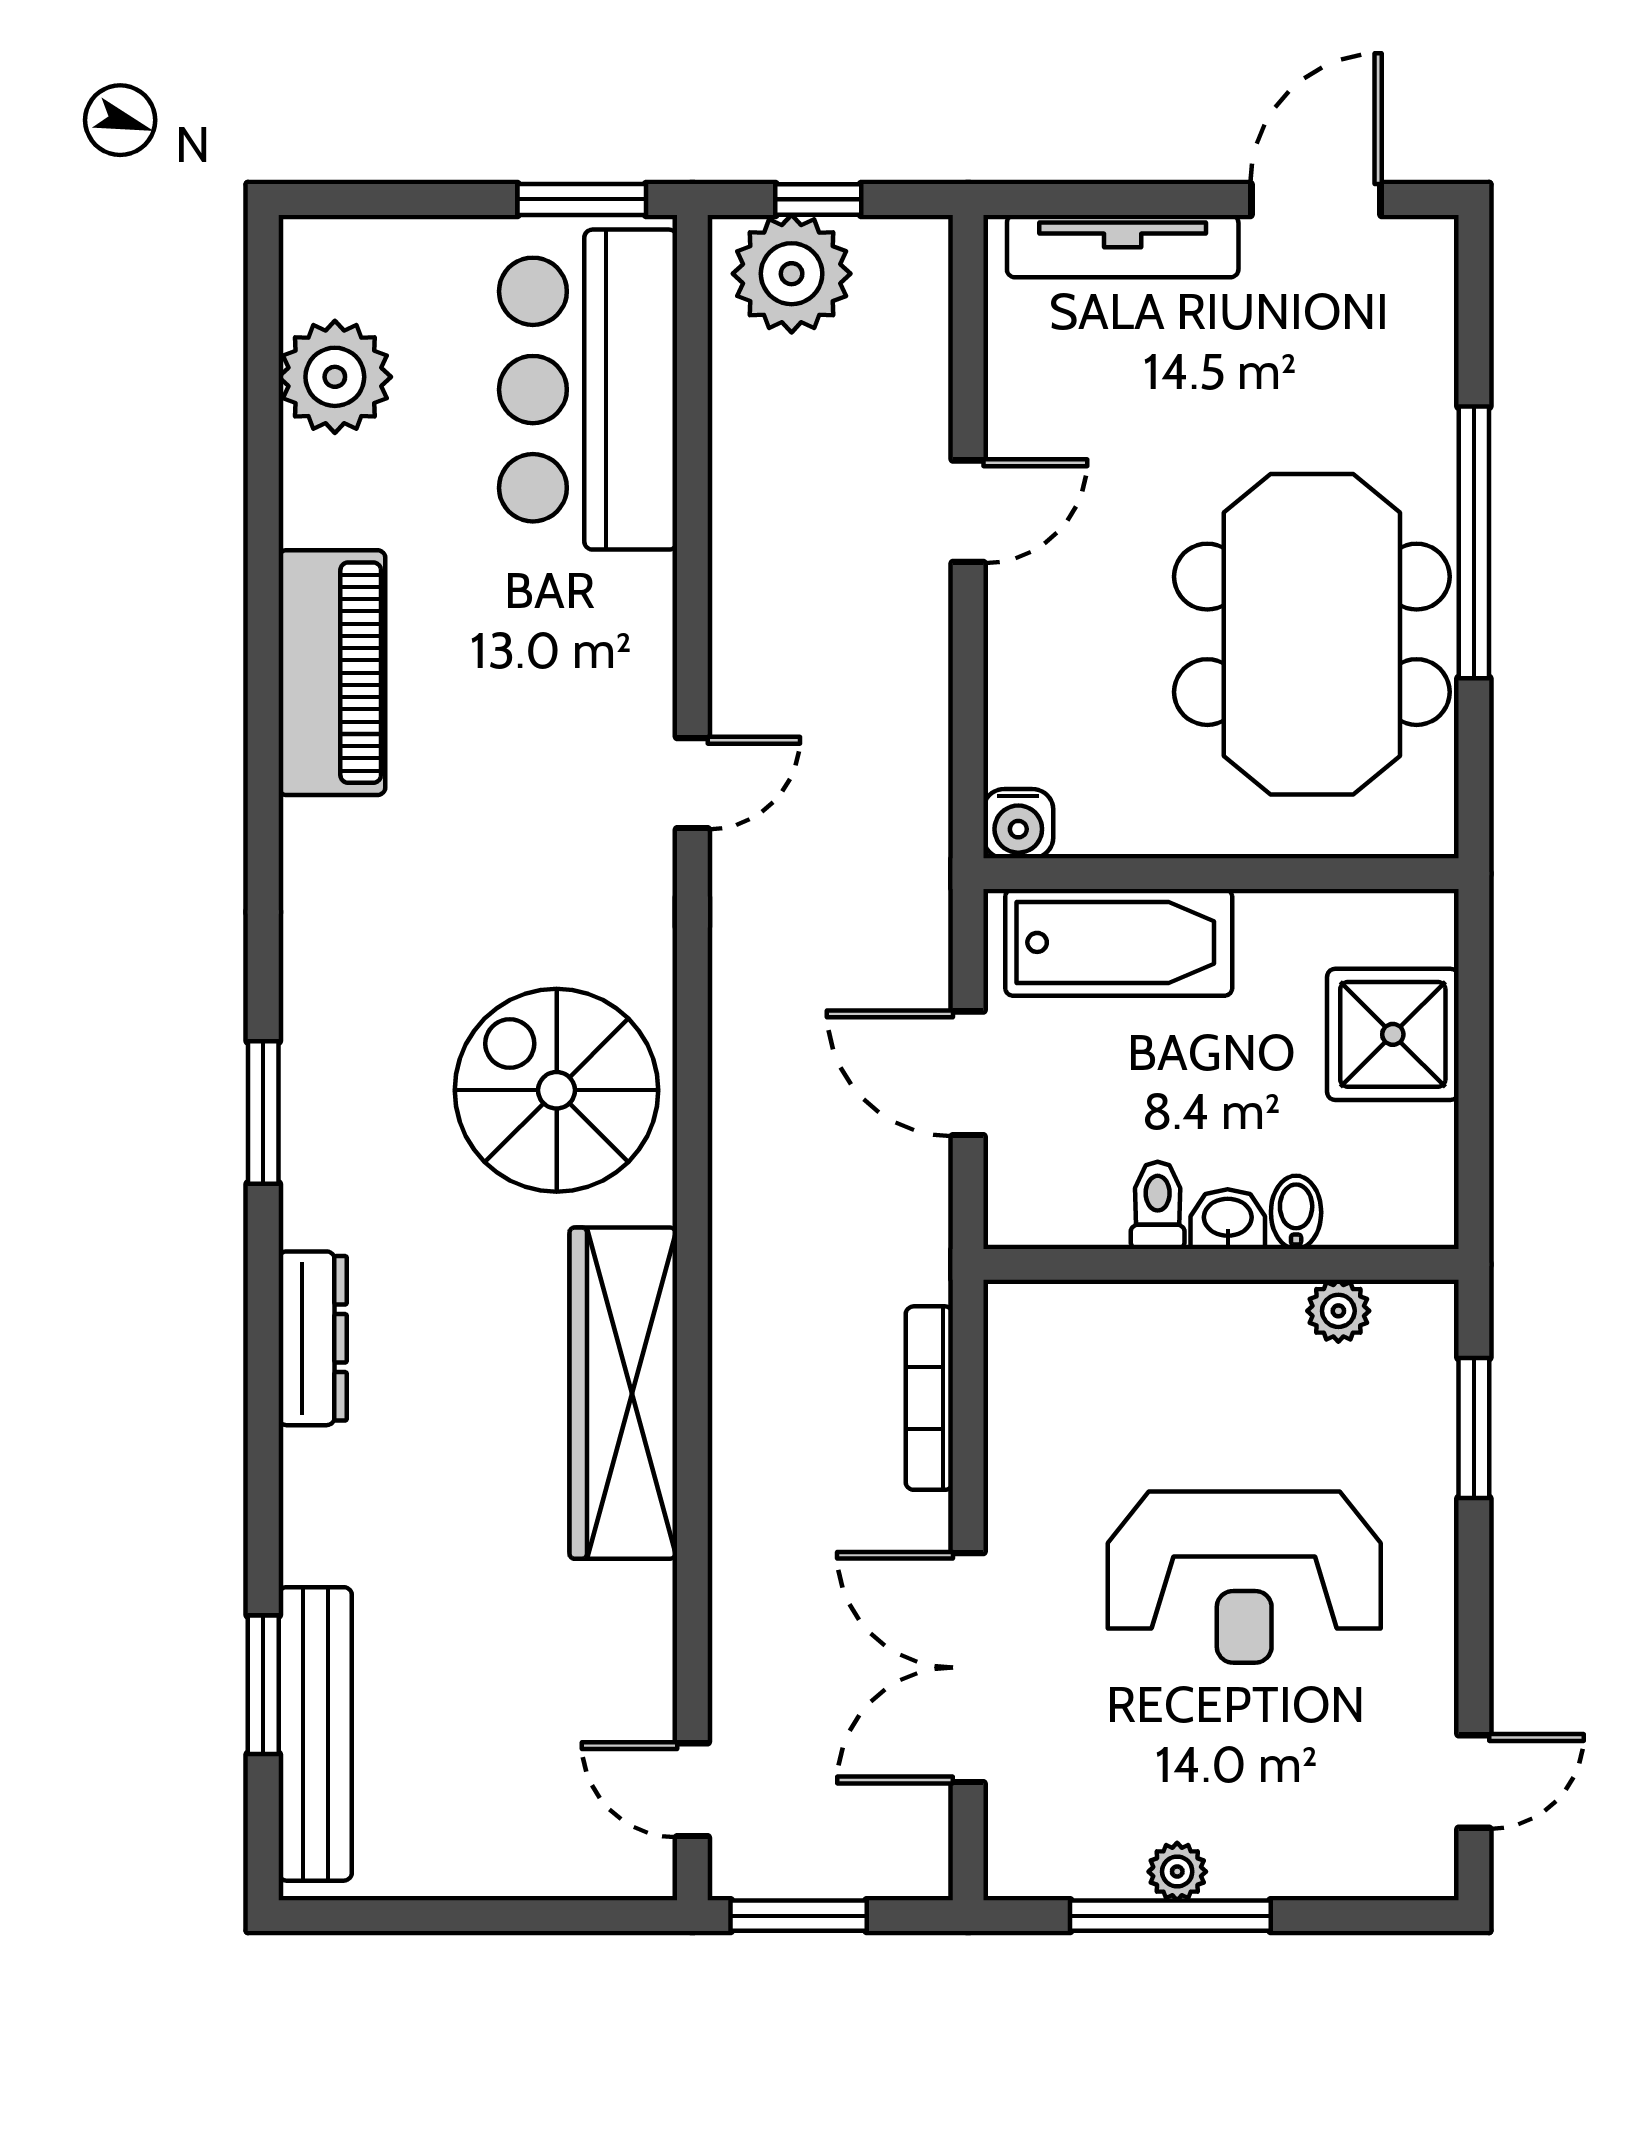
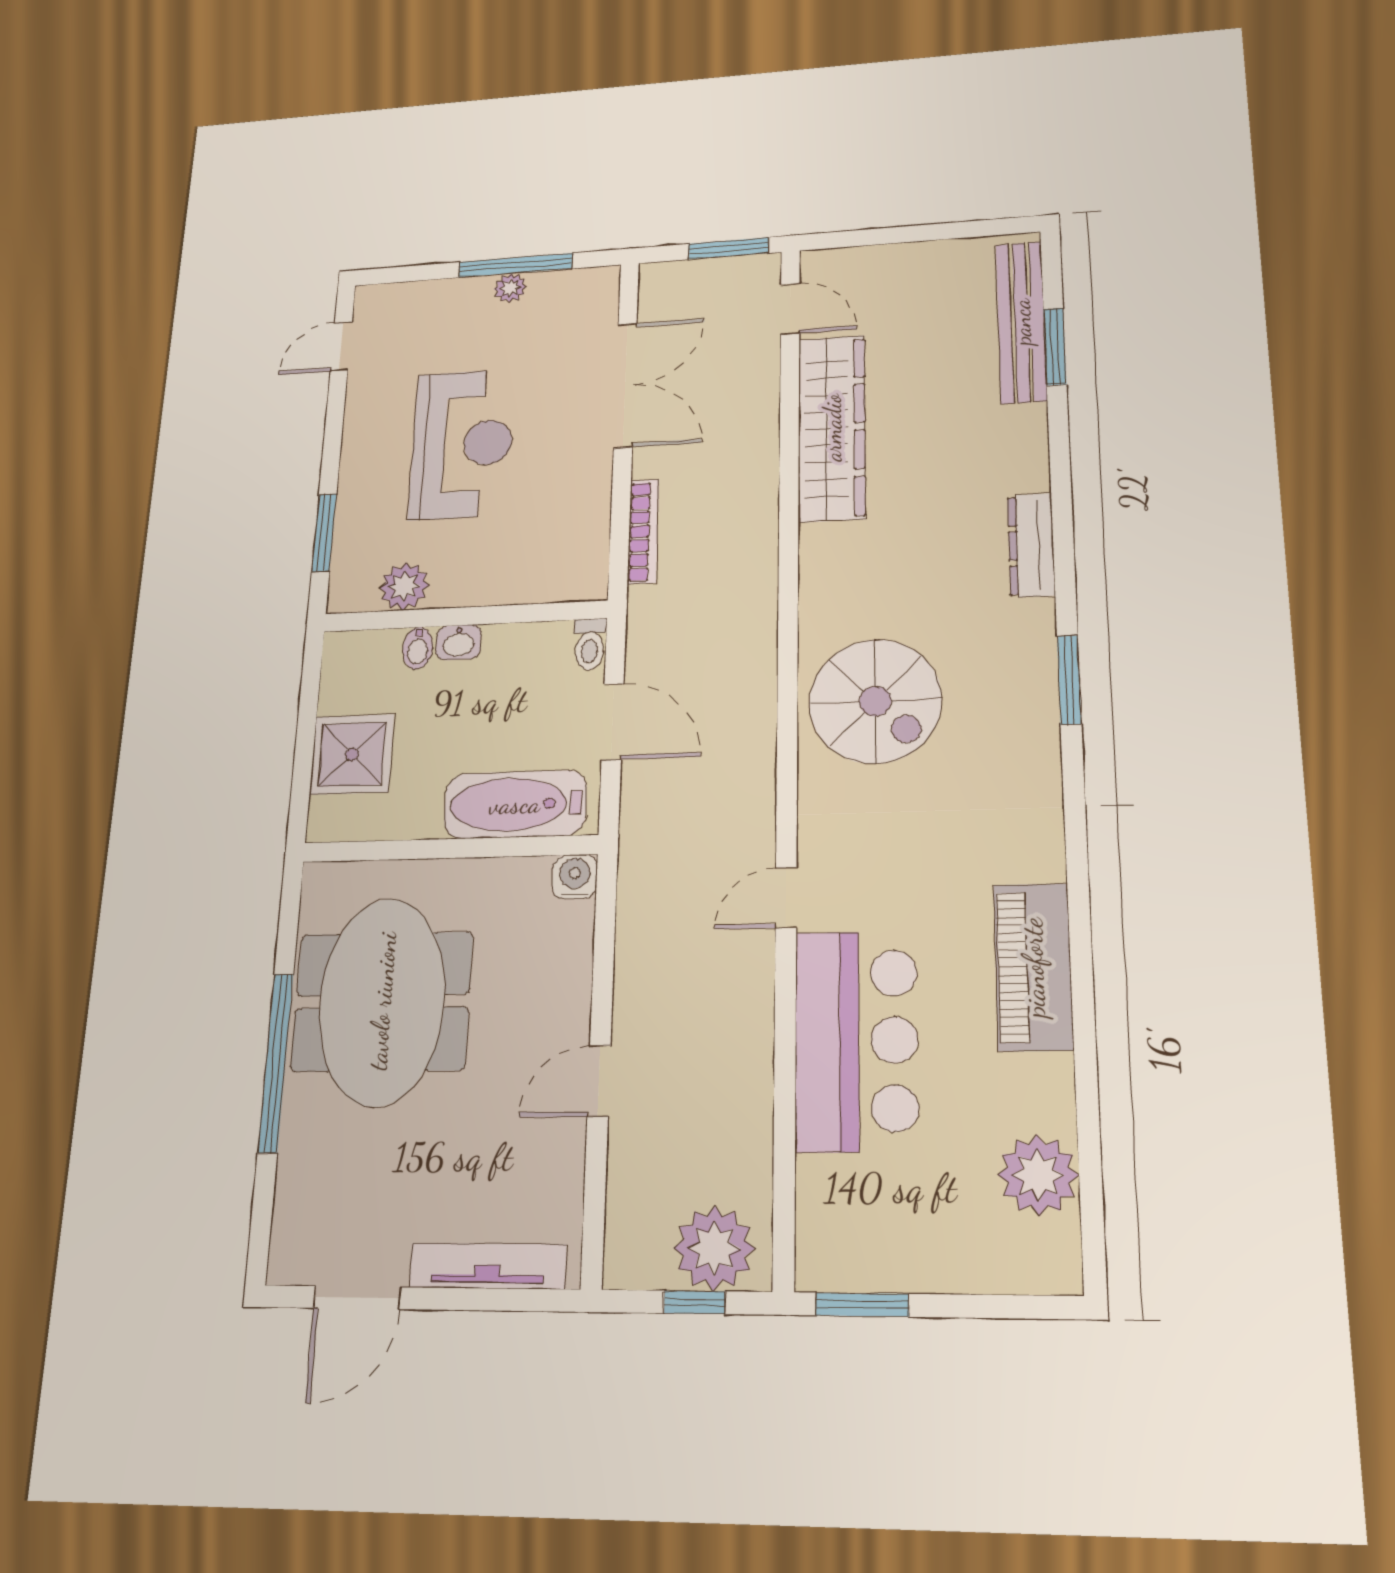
bar counter: (588, 390) -> (856, 1040), moved
toilet: (1158, 1205) -> (590, 644), moved
plant: (1338, 1311) -> (404, 586), width x1.38, depth x1.38
wardrobe: (623, 1393) -> (832, 428), moved
reception desk: (1244, 1577) -> (462, 444), turned 90

